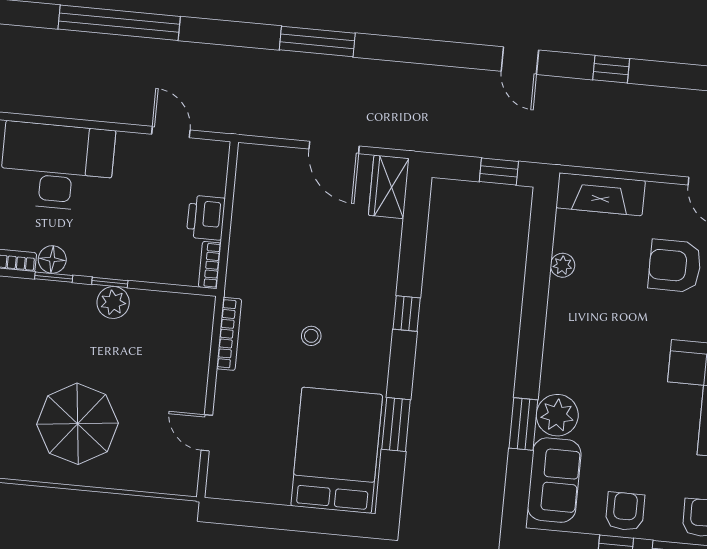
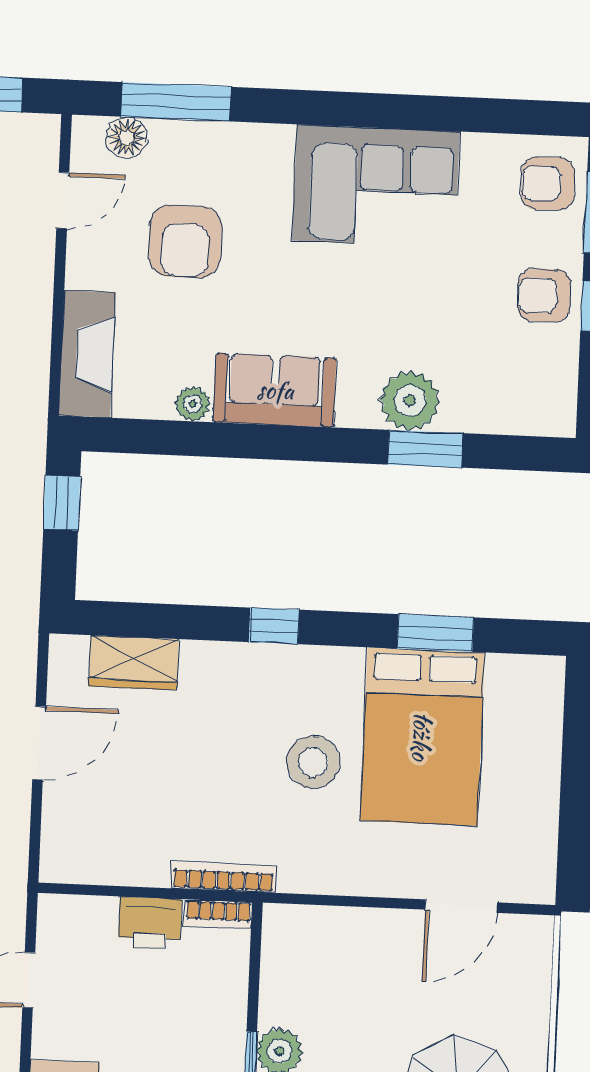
wardrobe: (389, 187) -> (134, 663), moved
bookcase: (229, 334) -> (224, 877), moved
stool: (311, 336) -> (313, 762), width x1.89, depth x1.89
door: (207, 433) -> (461, 906), width x1.38
bed: (337, 450) -> (422, 736), moved, turned -90
sofa: (554, 480) -> (275, 390), moved

